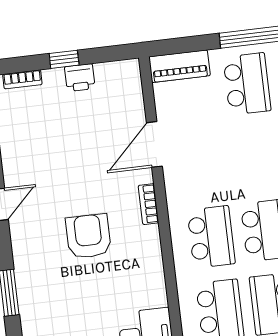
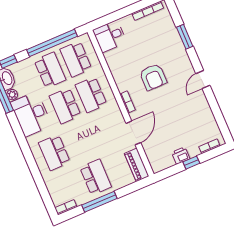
piano: (180, 66) -> (137, 165), moved, turned -90
school desk: (247, 84) -> (96, 177), turned 180

